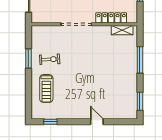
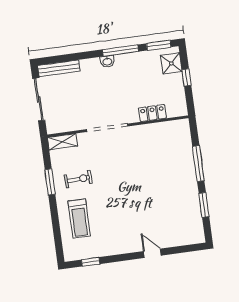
locker: (111, 18) -> (152, 113), width x0.66
shelving: (122, 30) -> (62, 142), moved
window: (140, 101) -> (204, 205), moved

